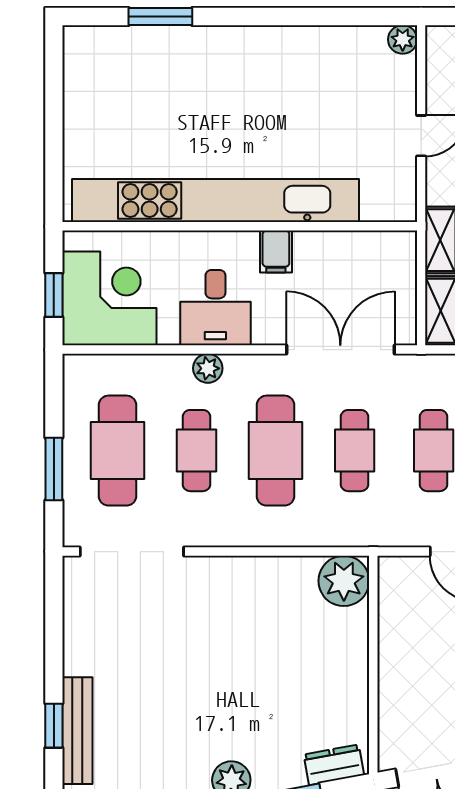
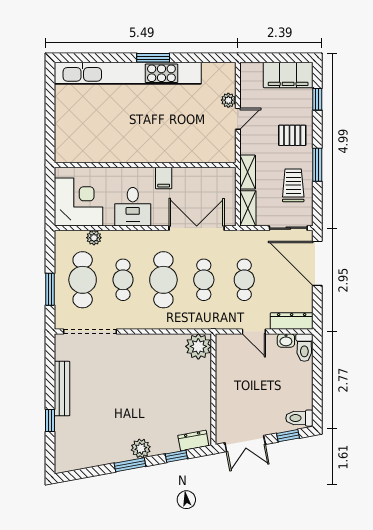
window: (160, 17) -> (153, 58), moved
plant: (403, 39) -> (228, 100), moved
kitchen unit: (216, 200) -> (128, 73), moved, turned 180
window: (54, 295) -> (50, 200), removed
plant: (208, 368) -> (94, 238), moved
bench: (77, 731) -> (62, 389), moved

